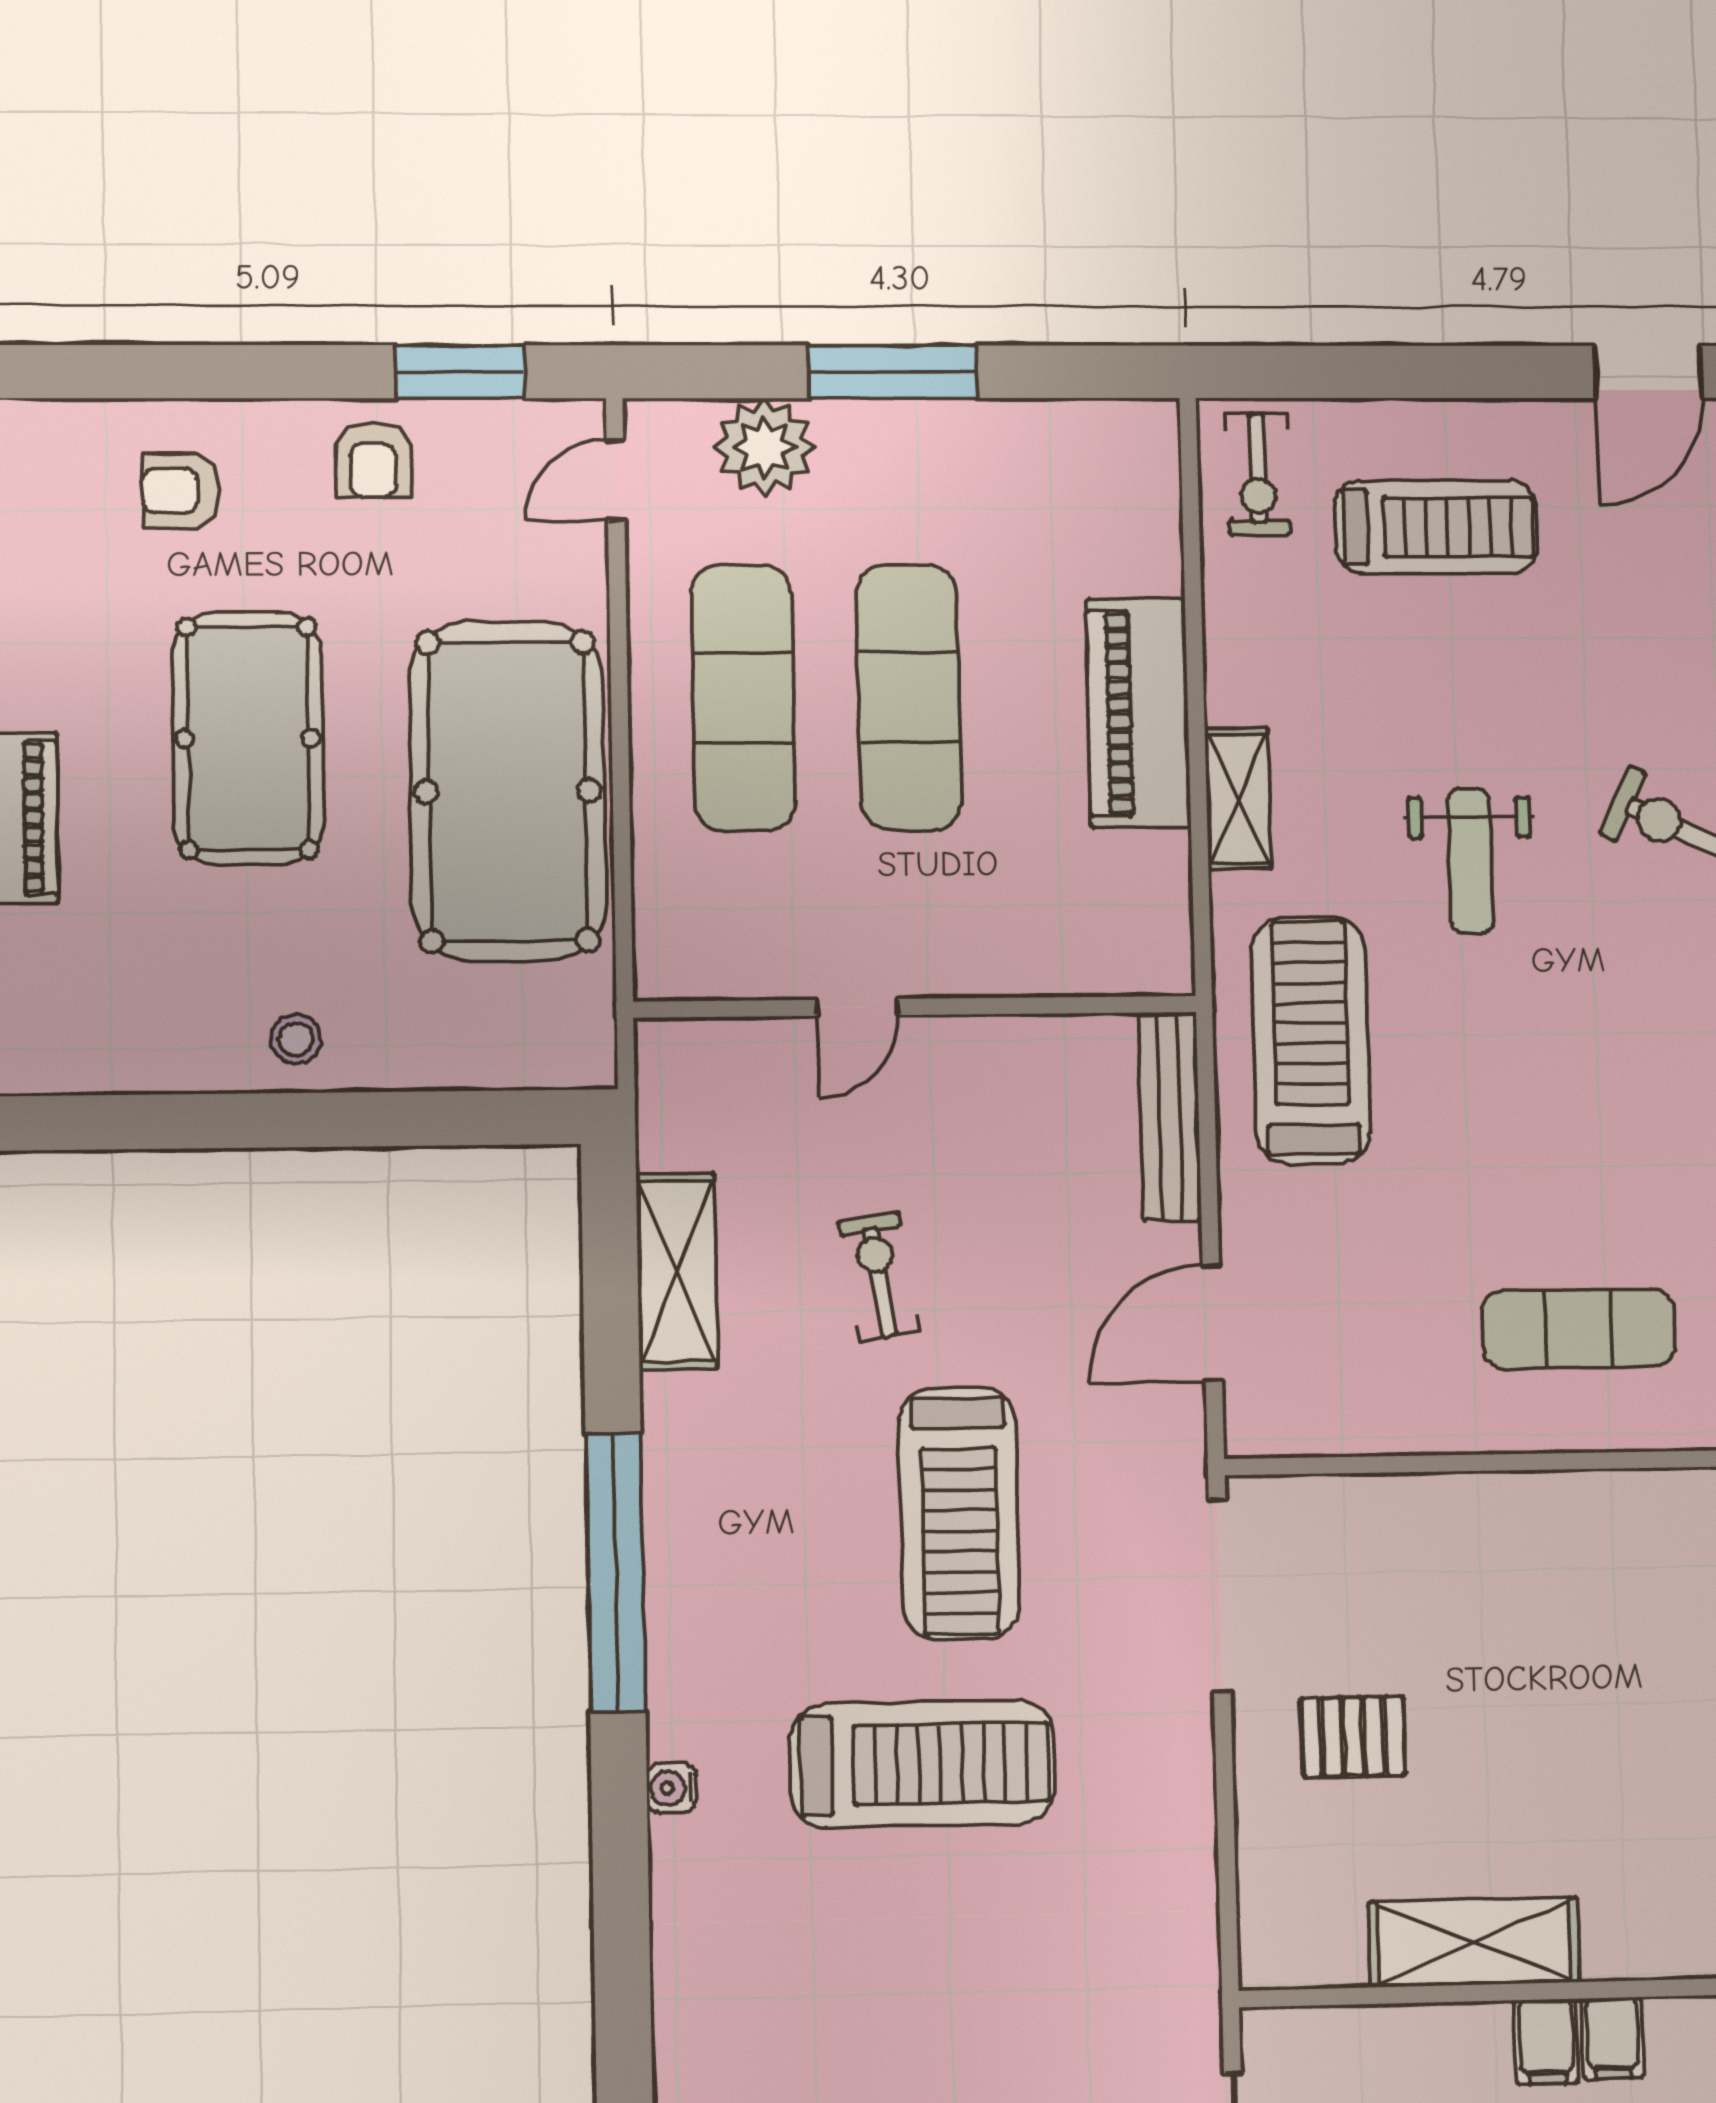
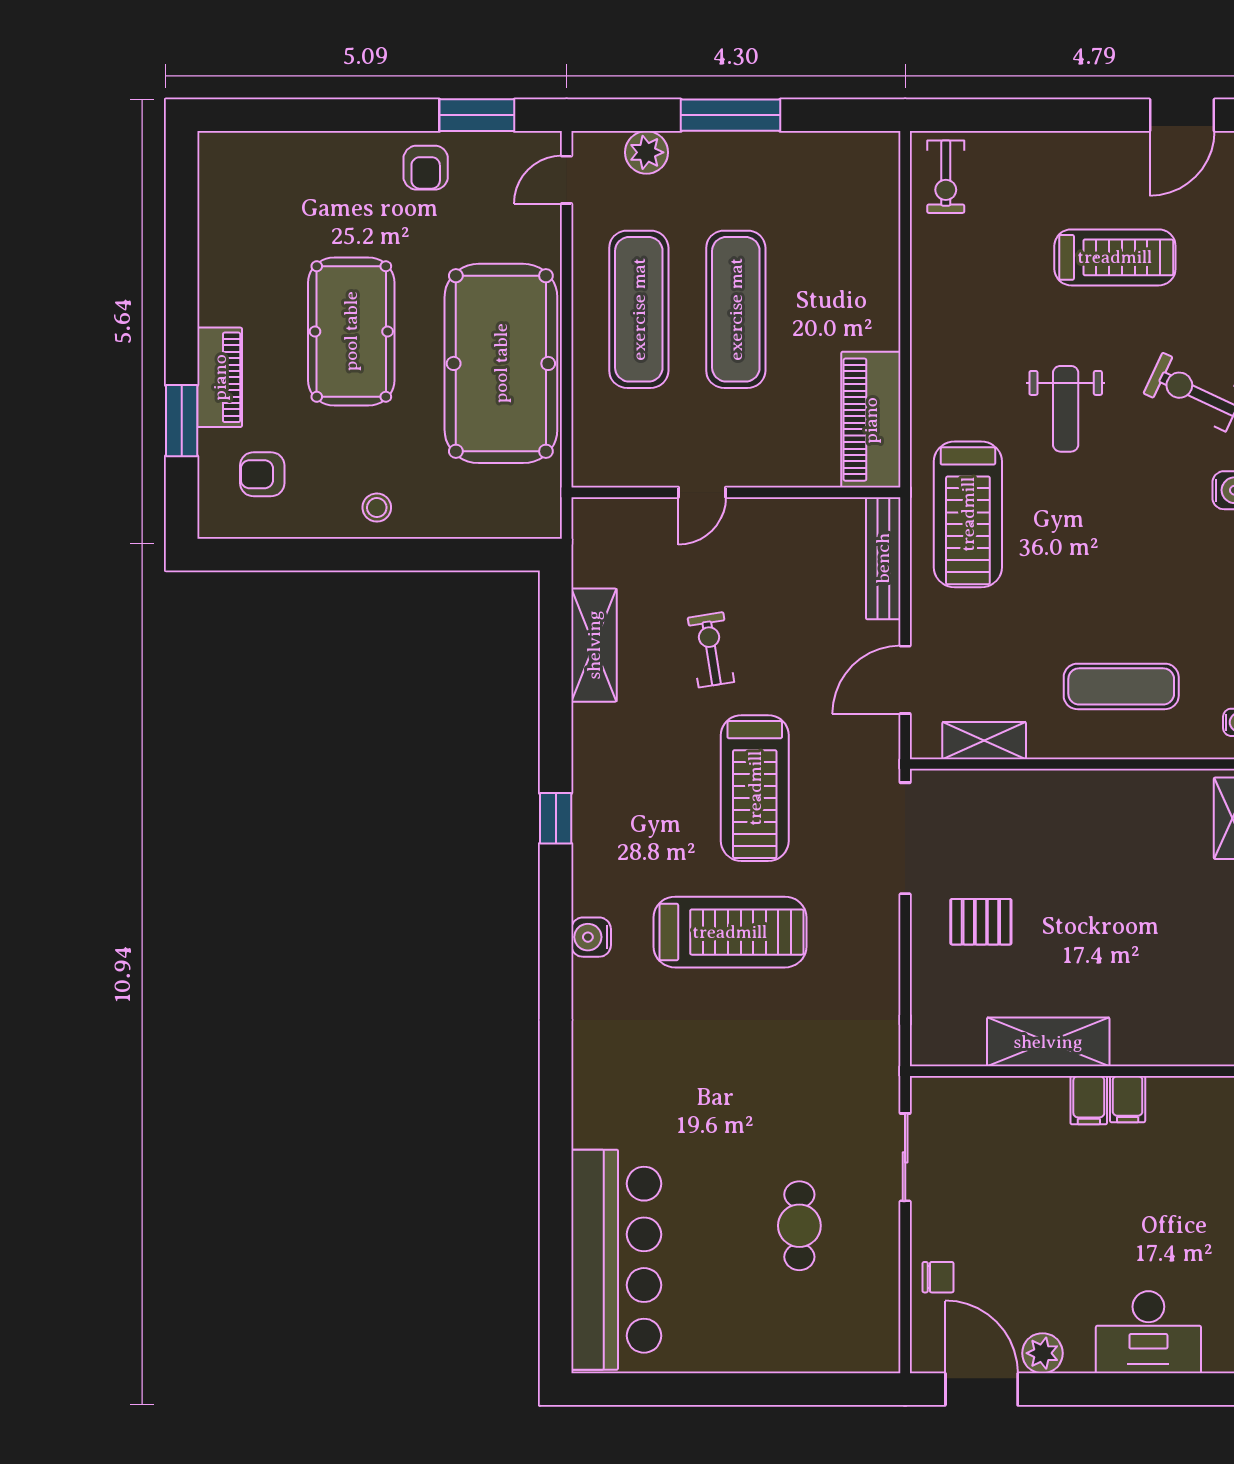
plant: (765, 447) -> (646, 152), width x0.73, depth x0.73
armchair: (181, 491) -> (262, 474), moved
treadmill: (1436, 527) -> (1115, 257), moved
piano: (1138, 713) -> (871, 420), moved
shelving: (1238, 799) -> (984, 741), moved, turned 90
treadmill: (1311, 1040) -> (968, 514), turned 180
window: (615, 1572) -> (556, 818), width x0.32
water cooler: (672, 1788) -> (591, 937), width x1.38, depth x1.38

